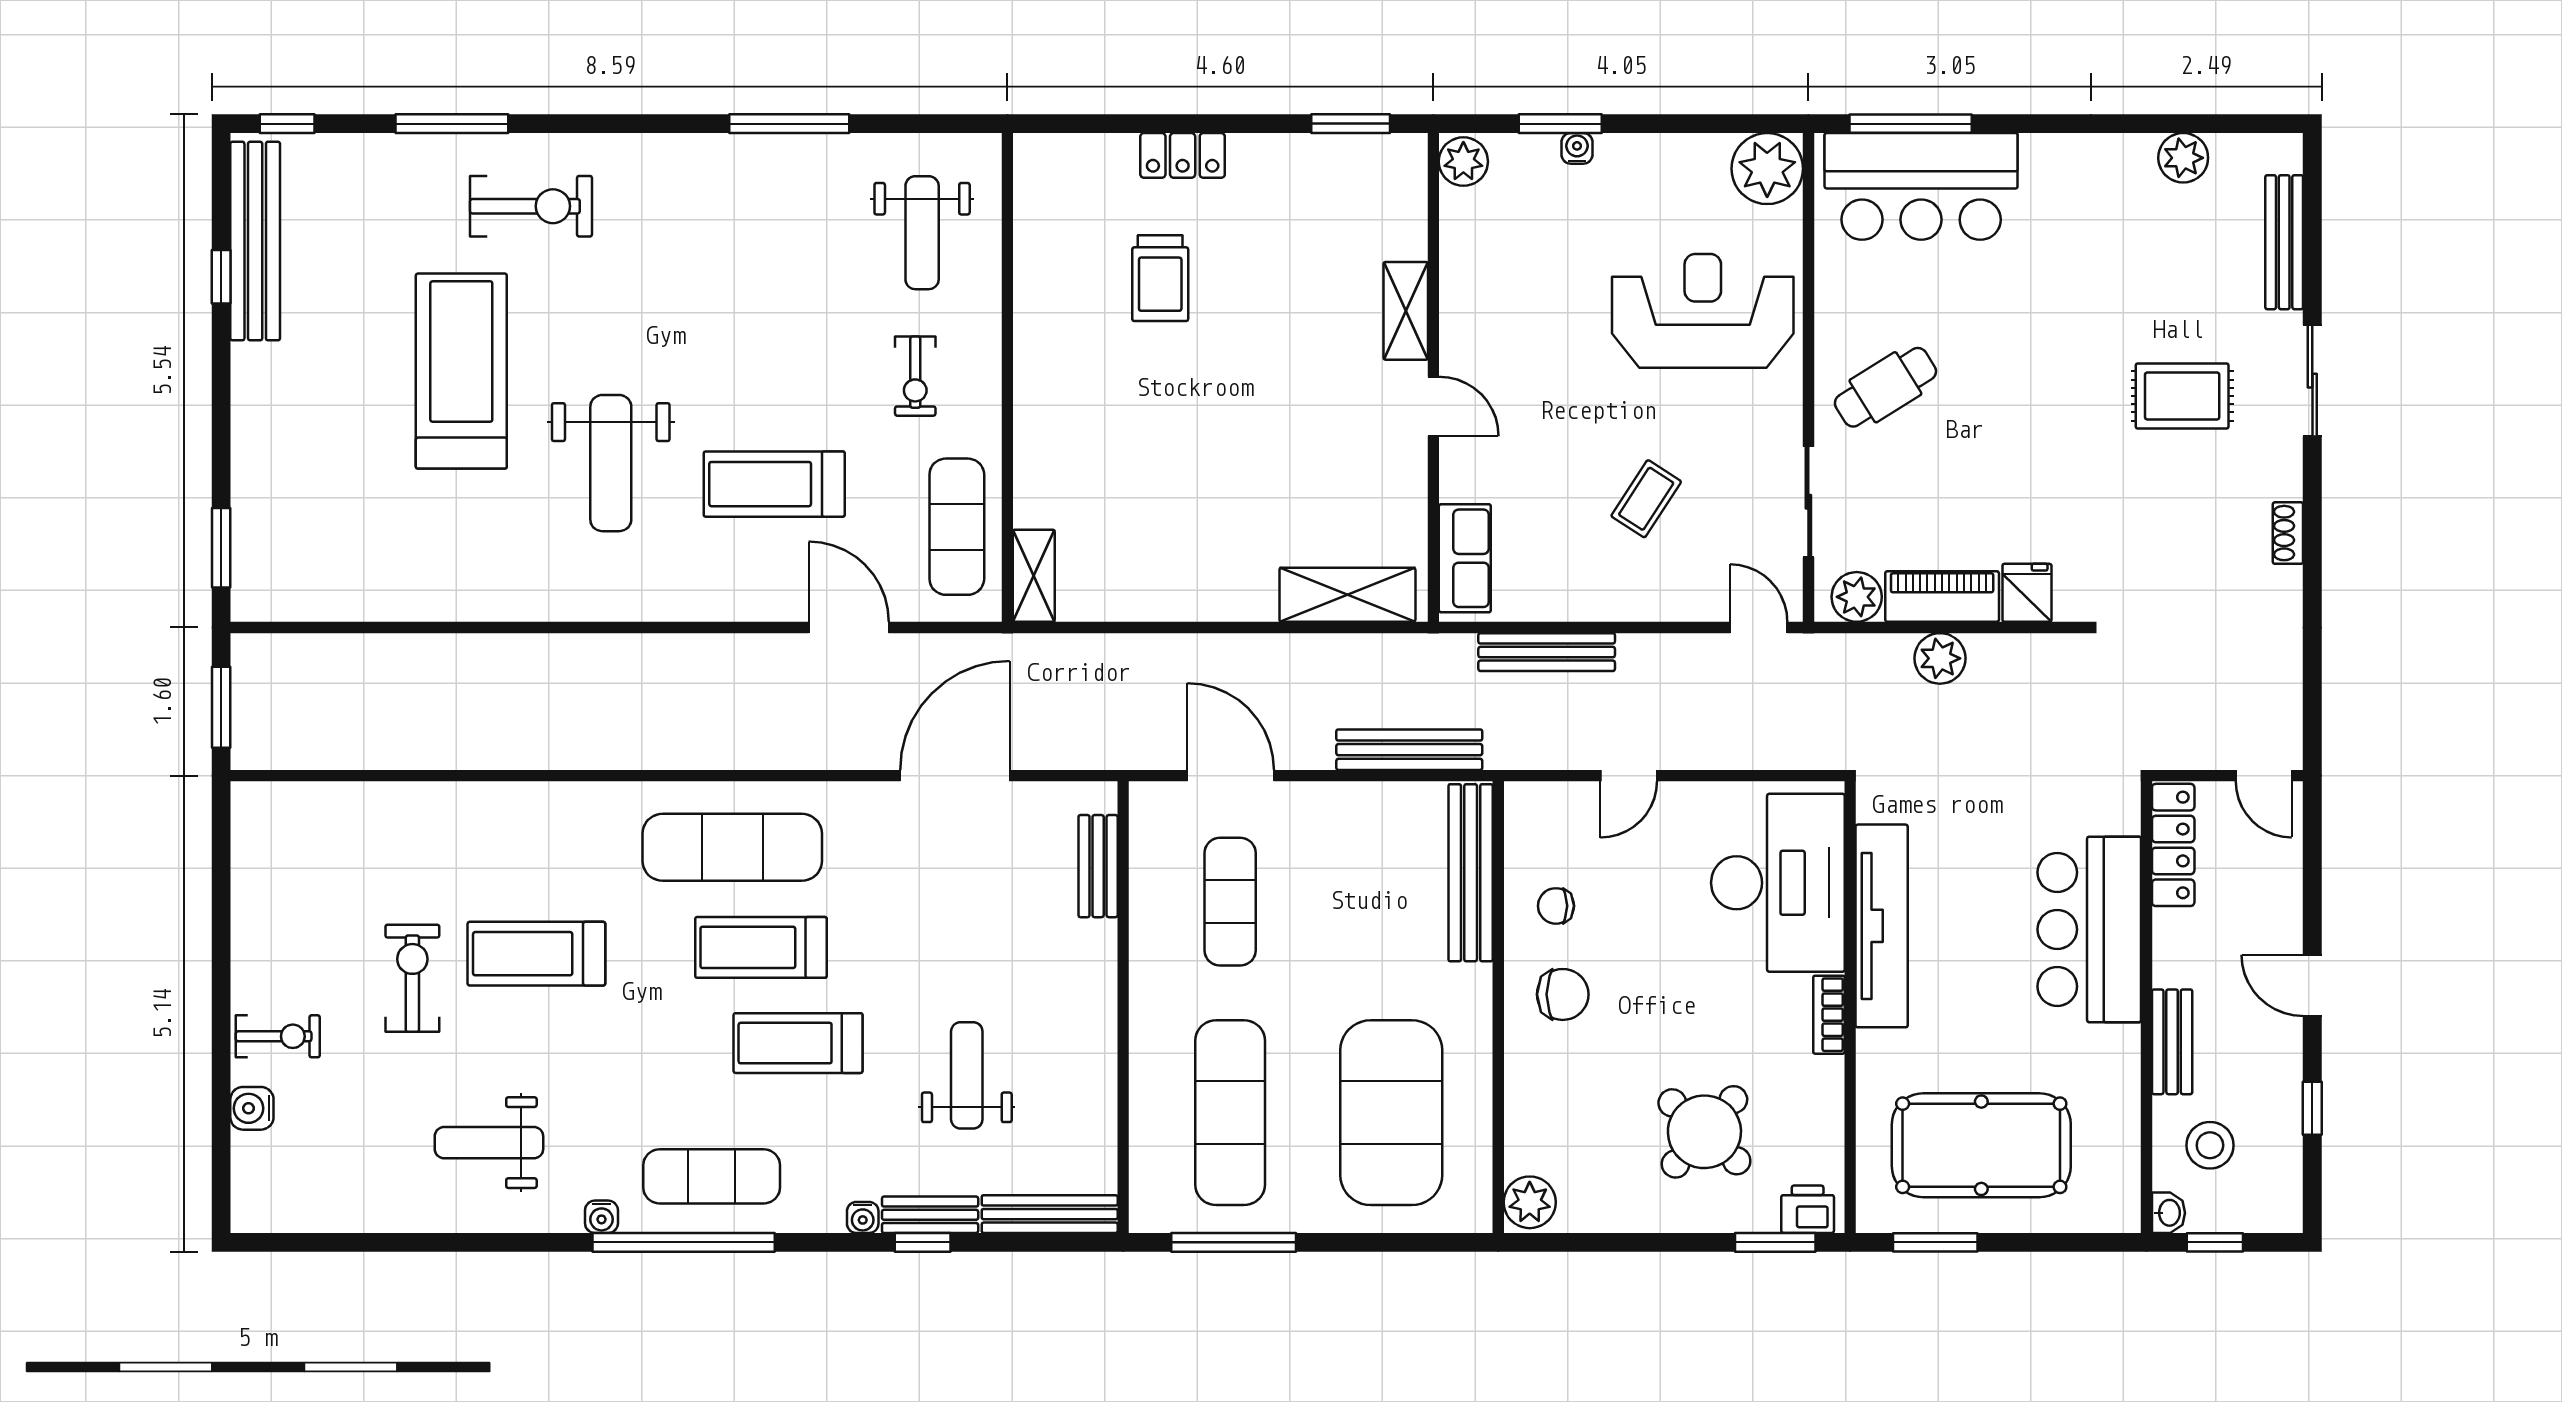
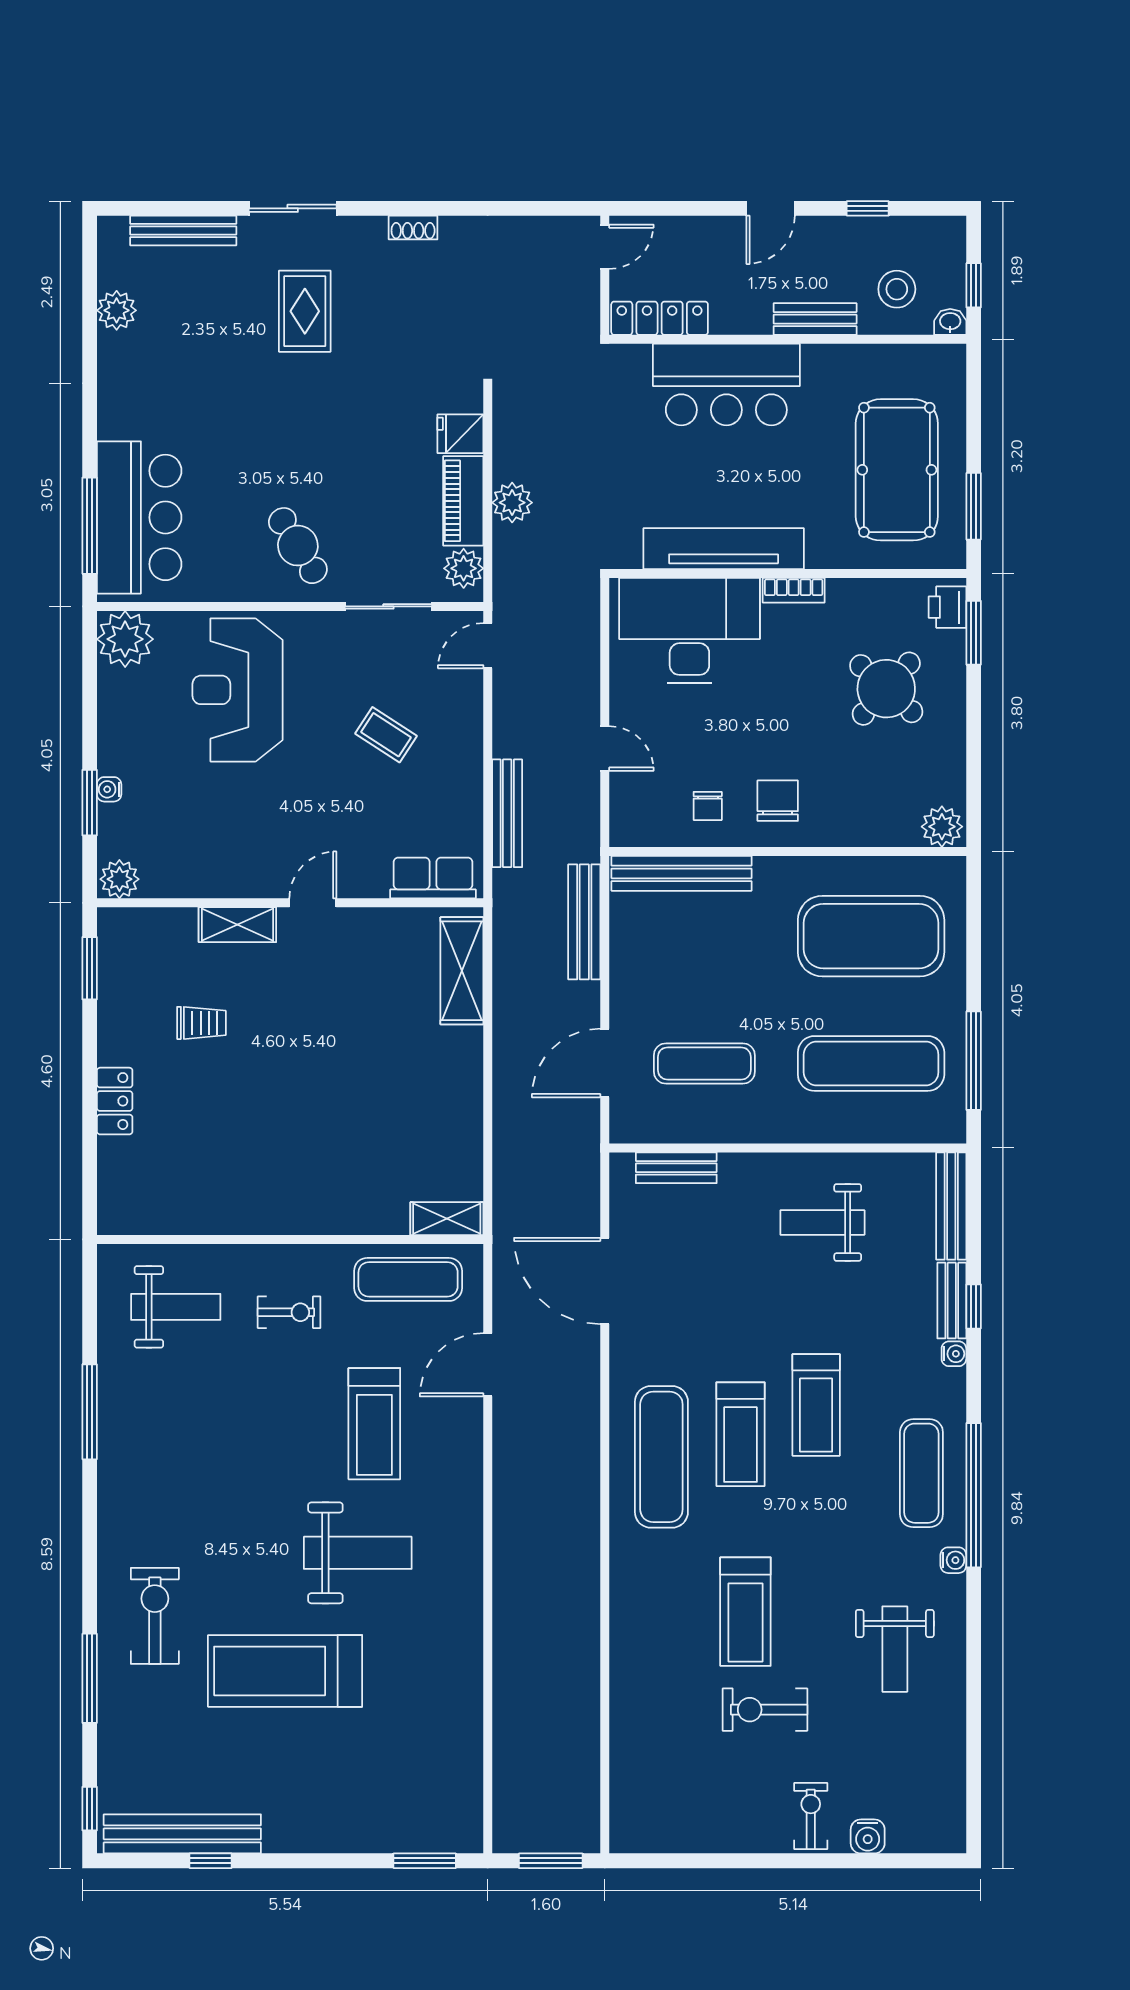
trolley: (1160, 278) -> (201, 1023), moved, width x0.73, depth x0.72
weight bench: (967, 1075) -> (822, 1222), moved

